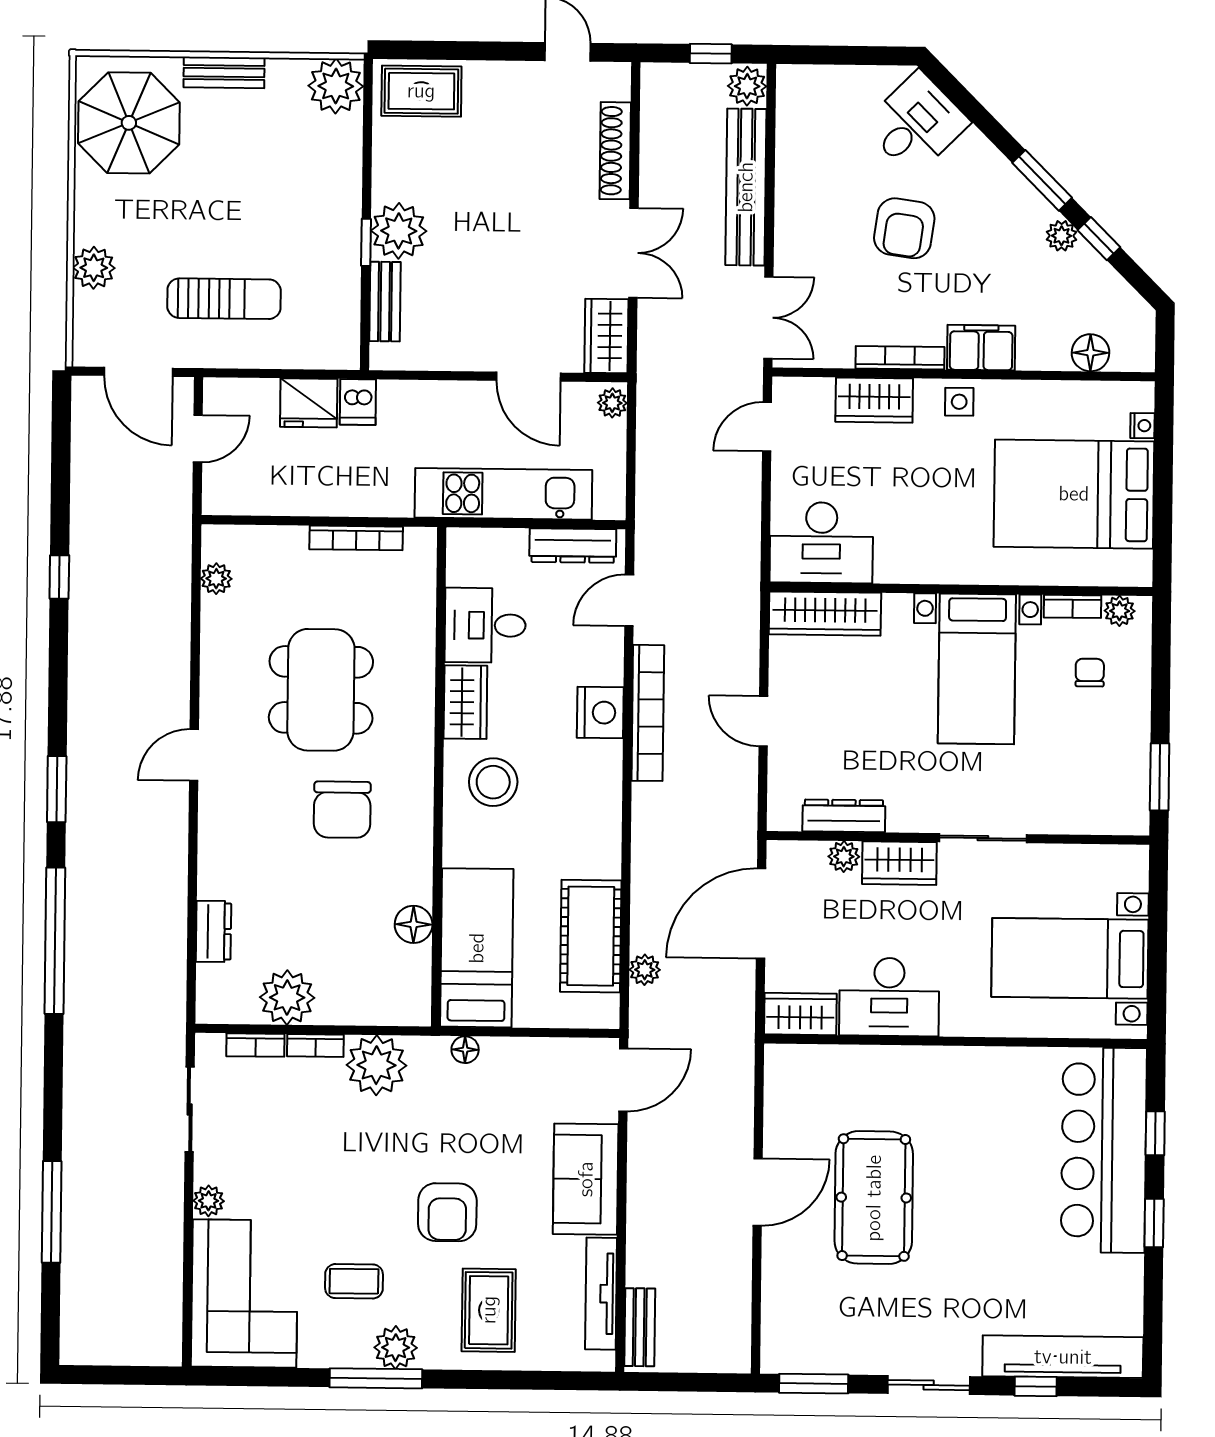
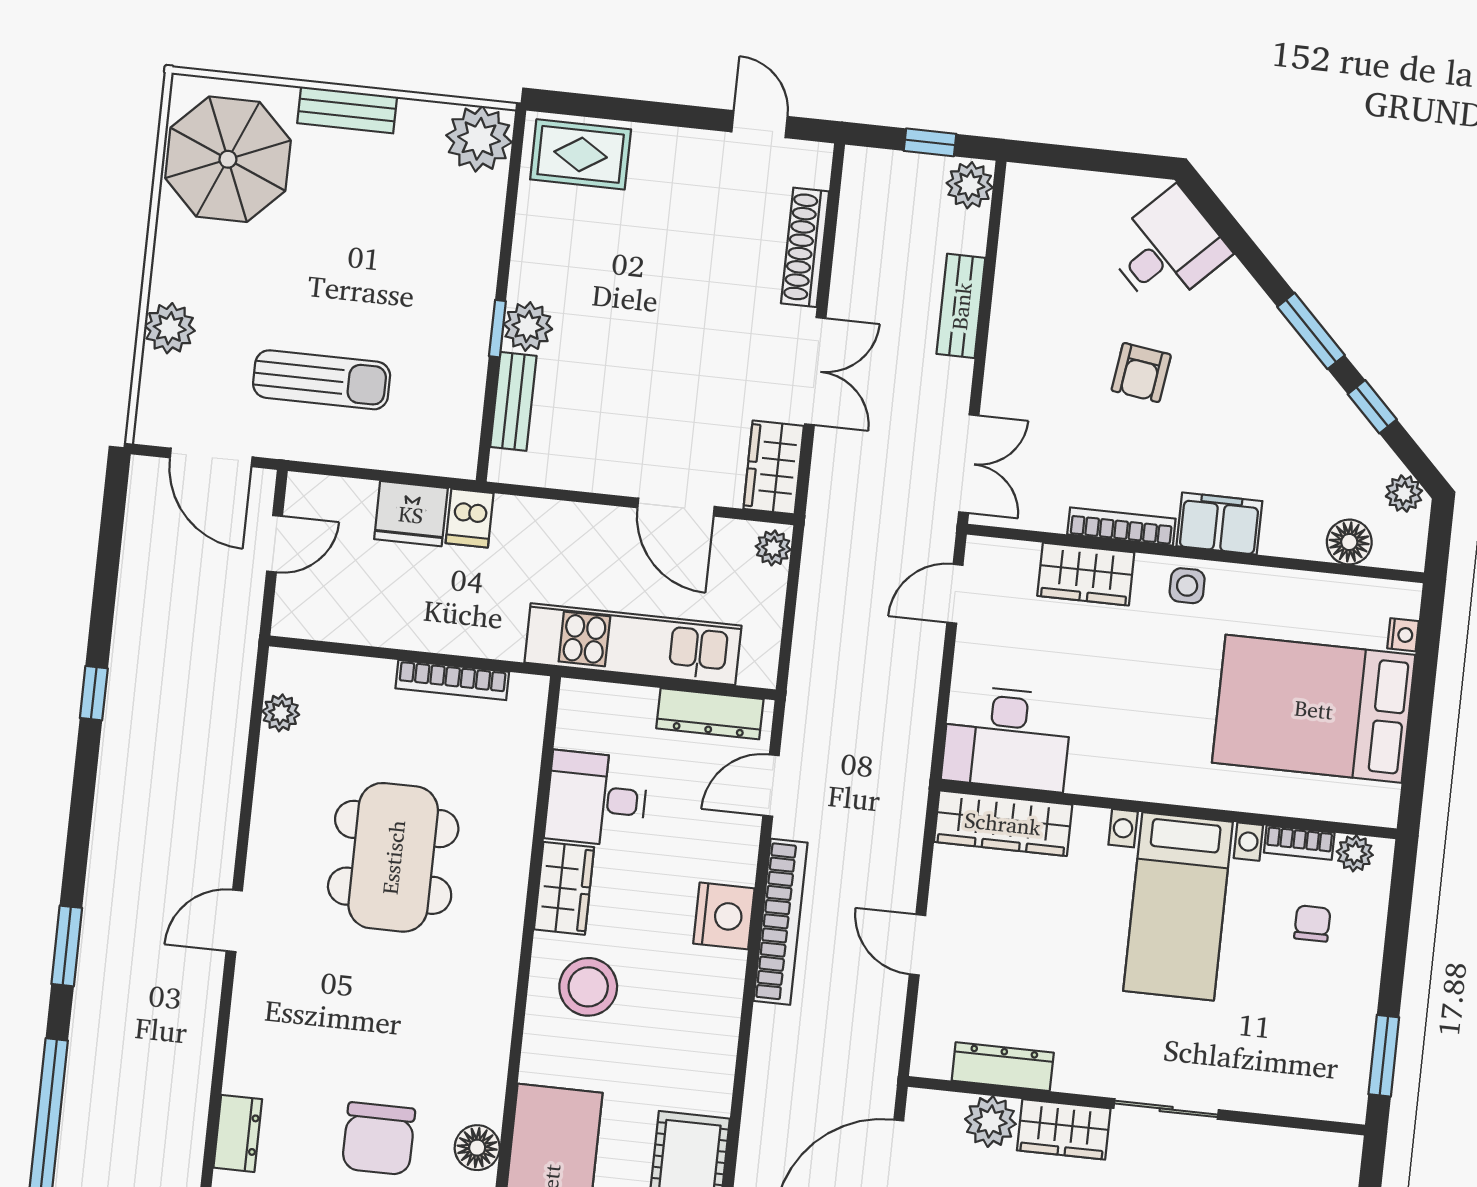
bench: (746, 187) -> (961, 306), width x0.54, depth x0.82
armchair: (904, 228) -> (1141, 373), width x0.72, depth x0.72
plant: (399, 231) -> (528, 327), width x0.73, depth x0.73
plant: (1061, 236) -> (1404, 494), moved
chair: (342, 810) -> (379, 1139), moved
plant: (844, 857) -> (990, 1121), width x1.38, depth x1.38

